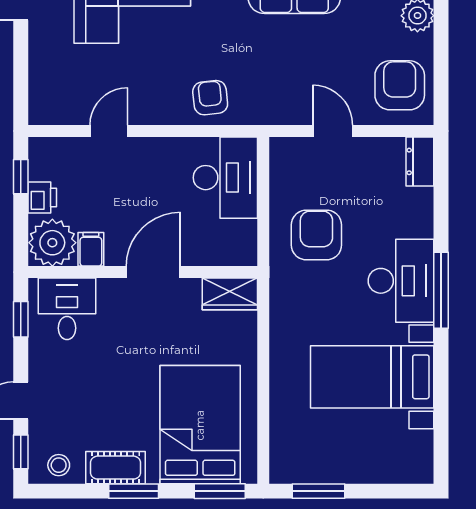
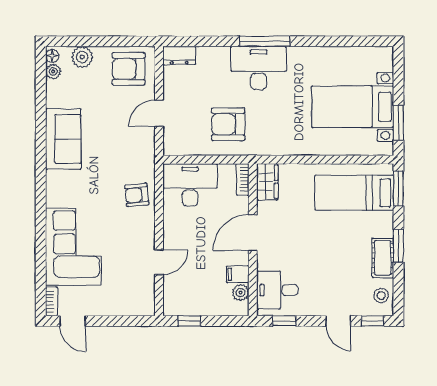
door: (109, 131) -> (159, 262), swing flipped
printer: (42, 198) -> (203, 307), removed
plant: (52, 243) -> (241, 293), width x0.53, depth x0.53
bookcase: (233, 257) -> (243, 179), added
door: (153, 272) -> (253, 233), hinge flipped
bed with nightstands: (372, 377) -> (353, 107), moved, turned 90
bed: (200, 425) -> (354, 193), width x0.67

